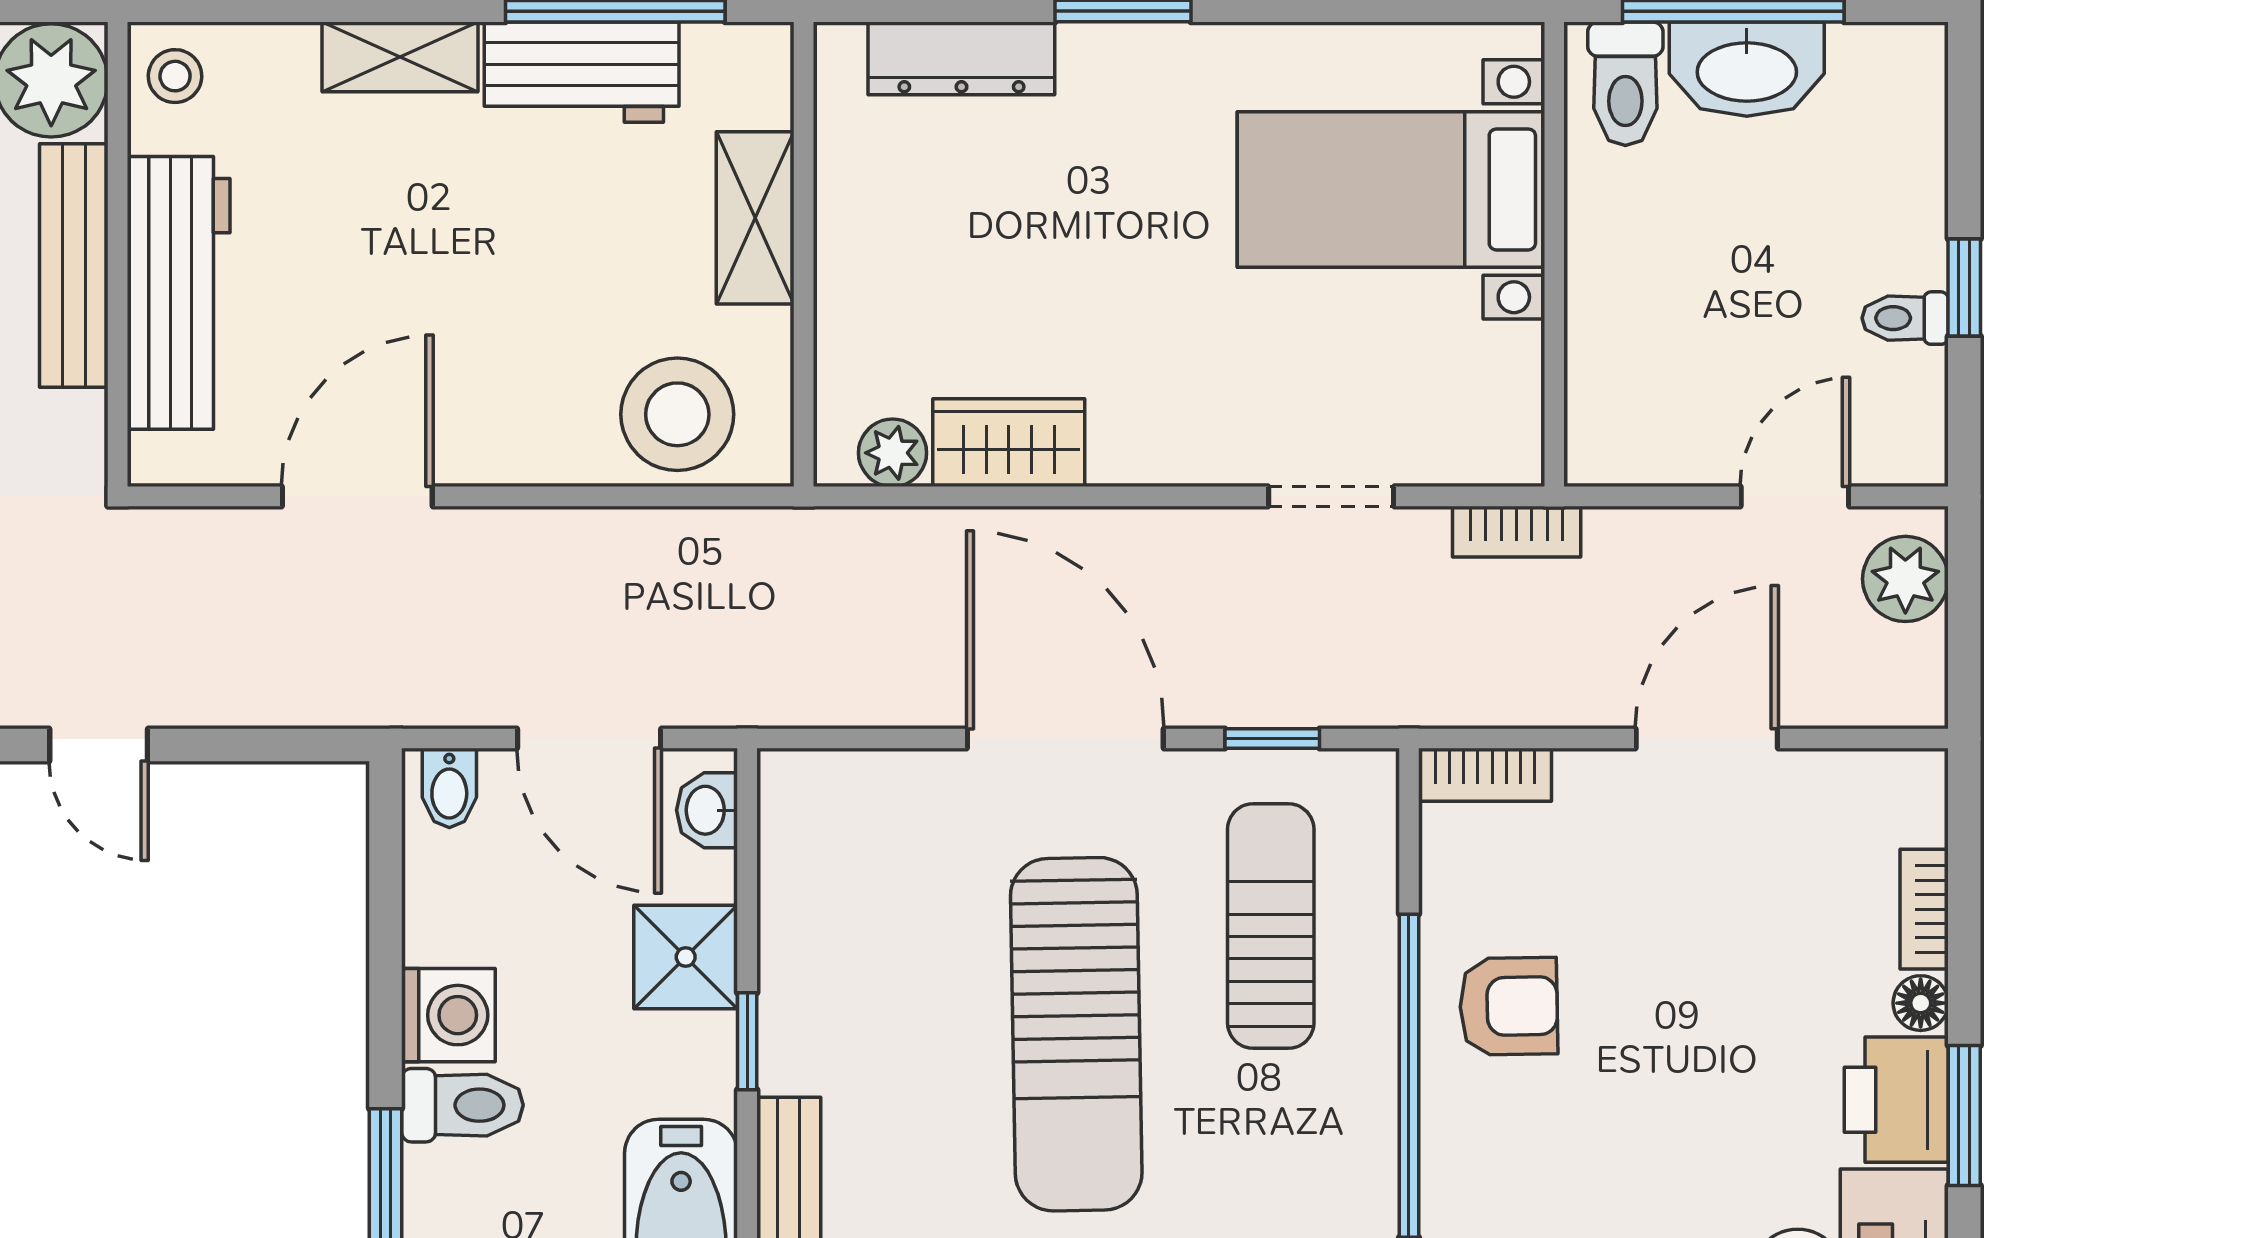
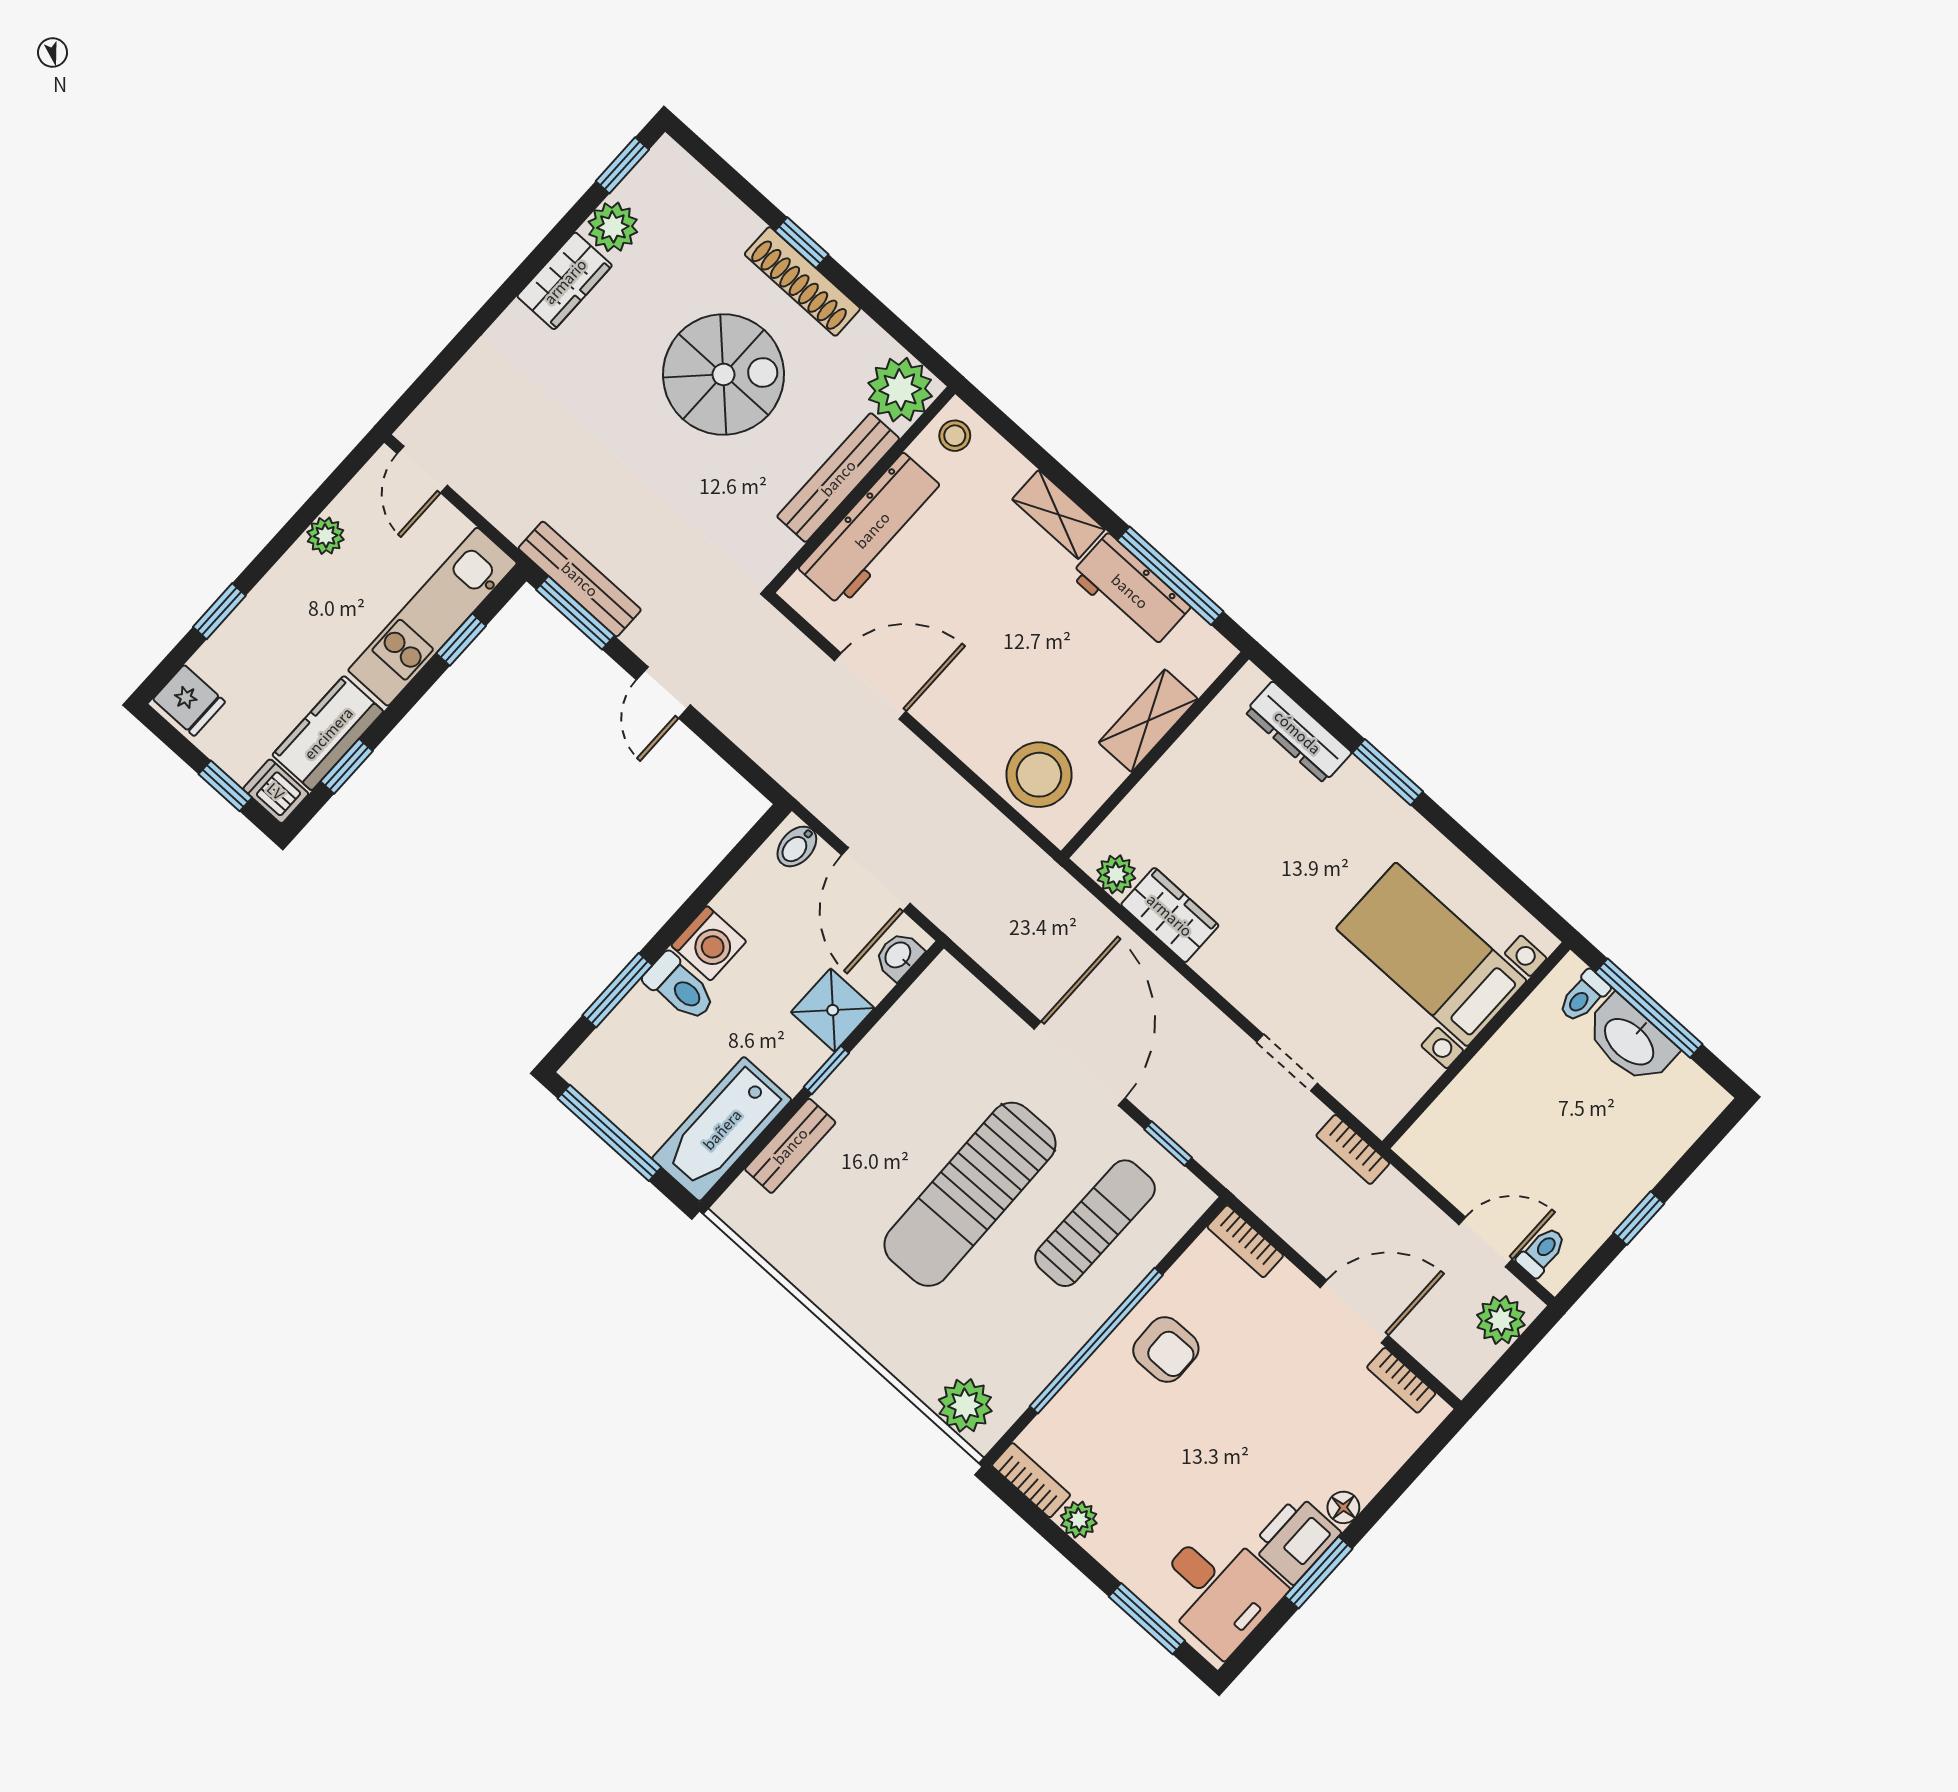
toilet: (1625, 84) -> (1584, 996), width x0.73, depth x0.72
toilet: (1905, 318) -> (1542, 1252), moved, turned 90
bookcase: (1924, 909) -> (1401, 1380), moved, turned -90

